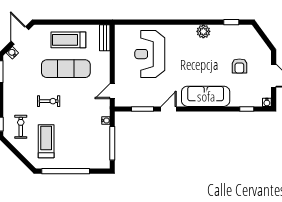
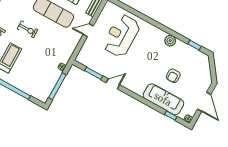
armchair: (239, 66) -> (173, 76), moved
door: (112, 91) -> (88, 30), moved
sofa: (206, 96) -> (163, 99), moved

